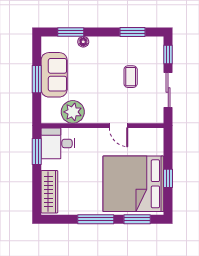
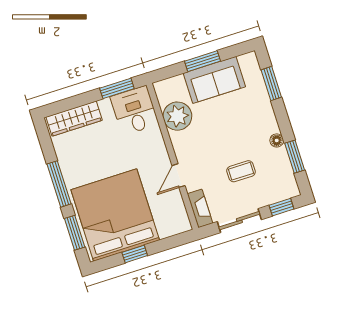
floor lamp: (83, 42) -> (277, 140), moved
fireplace: (149, 117) -> (200, 208), added

